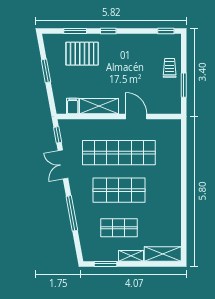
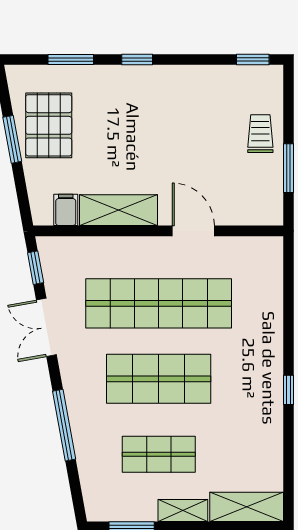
pallet: (82, 54) -> (49, 125), moved, turned 90
window: (184, 196) -> (289, 390), added

